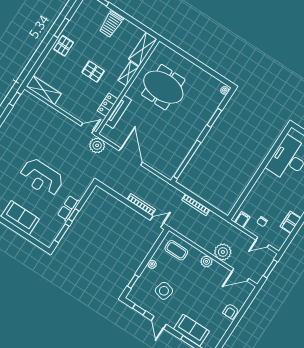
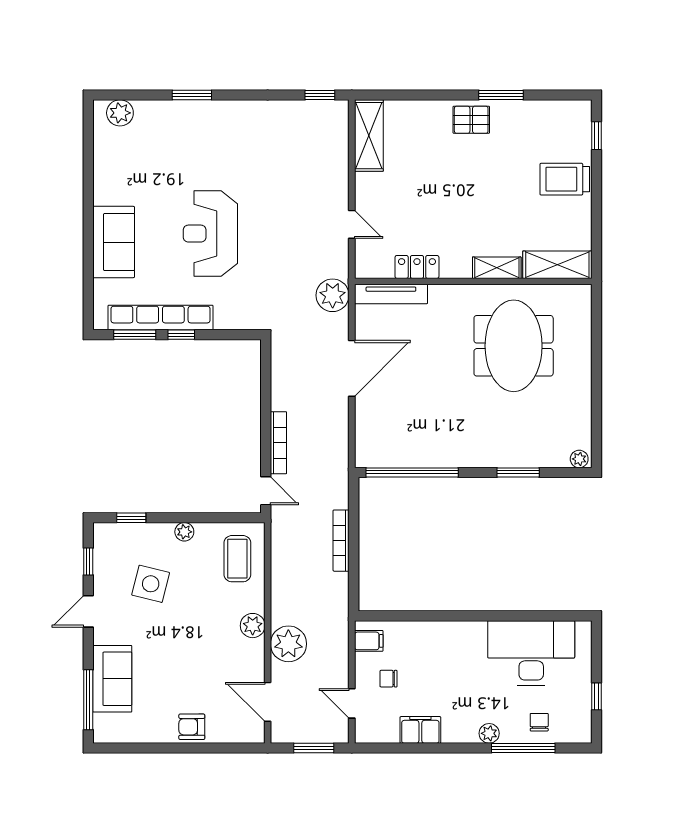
pallet: (93, 72) -> (460, 202), removed
tv unit: (118, 112) -> (391, 294), moved
door: (87, 128) -> (352, 224), moved
row of seats: (69, 208) -> (160, 318), width x2.02

